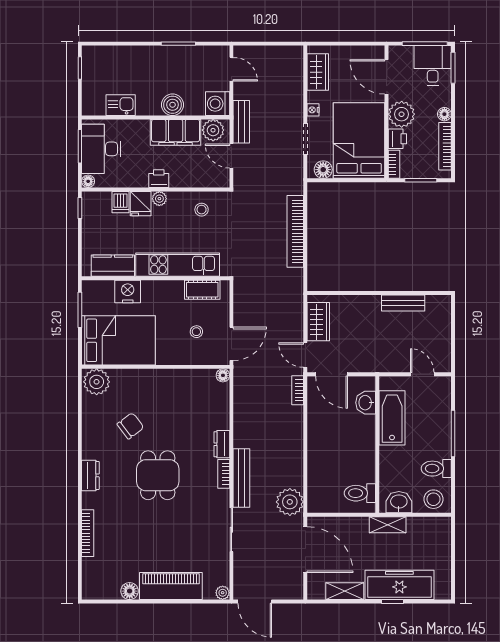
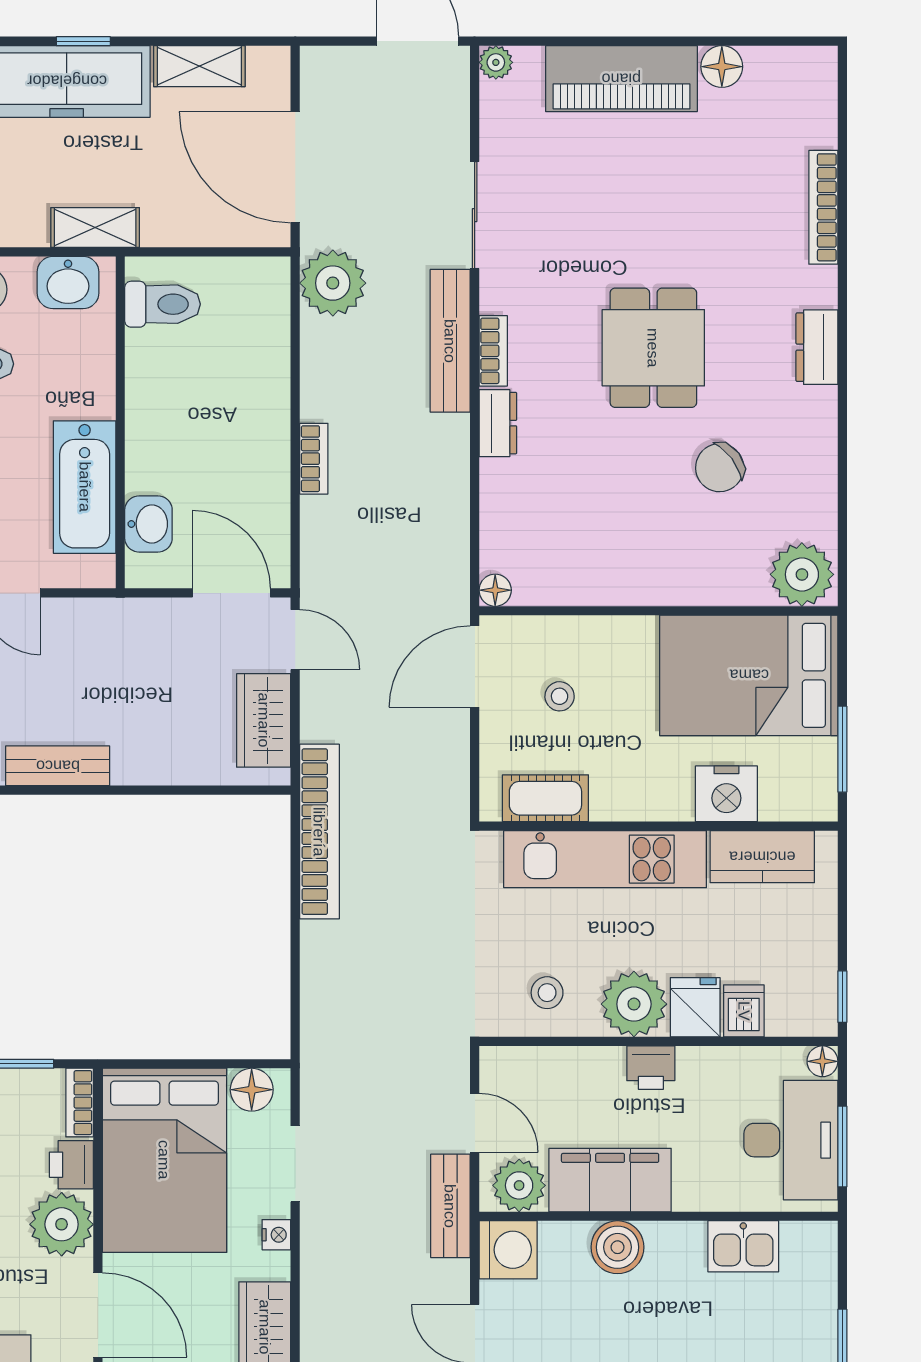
plant: (159, 199) -> (634, 1004), width x1.87, depth x1.87
bookcase: (295, 231) -> (319, 832), moved
bookcase: (298, 390) -> (314, 459), moved

